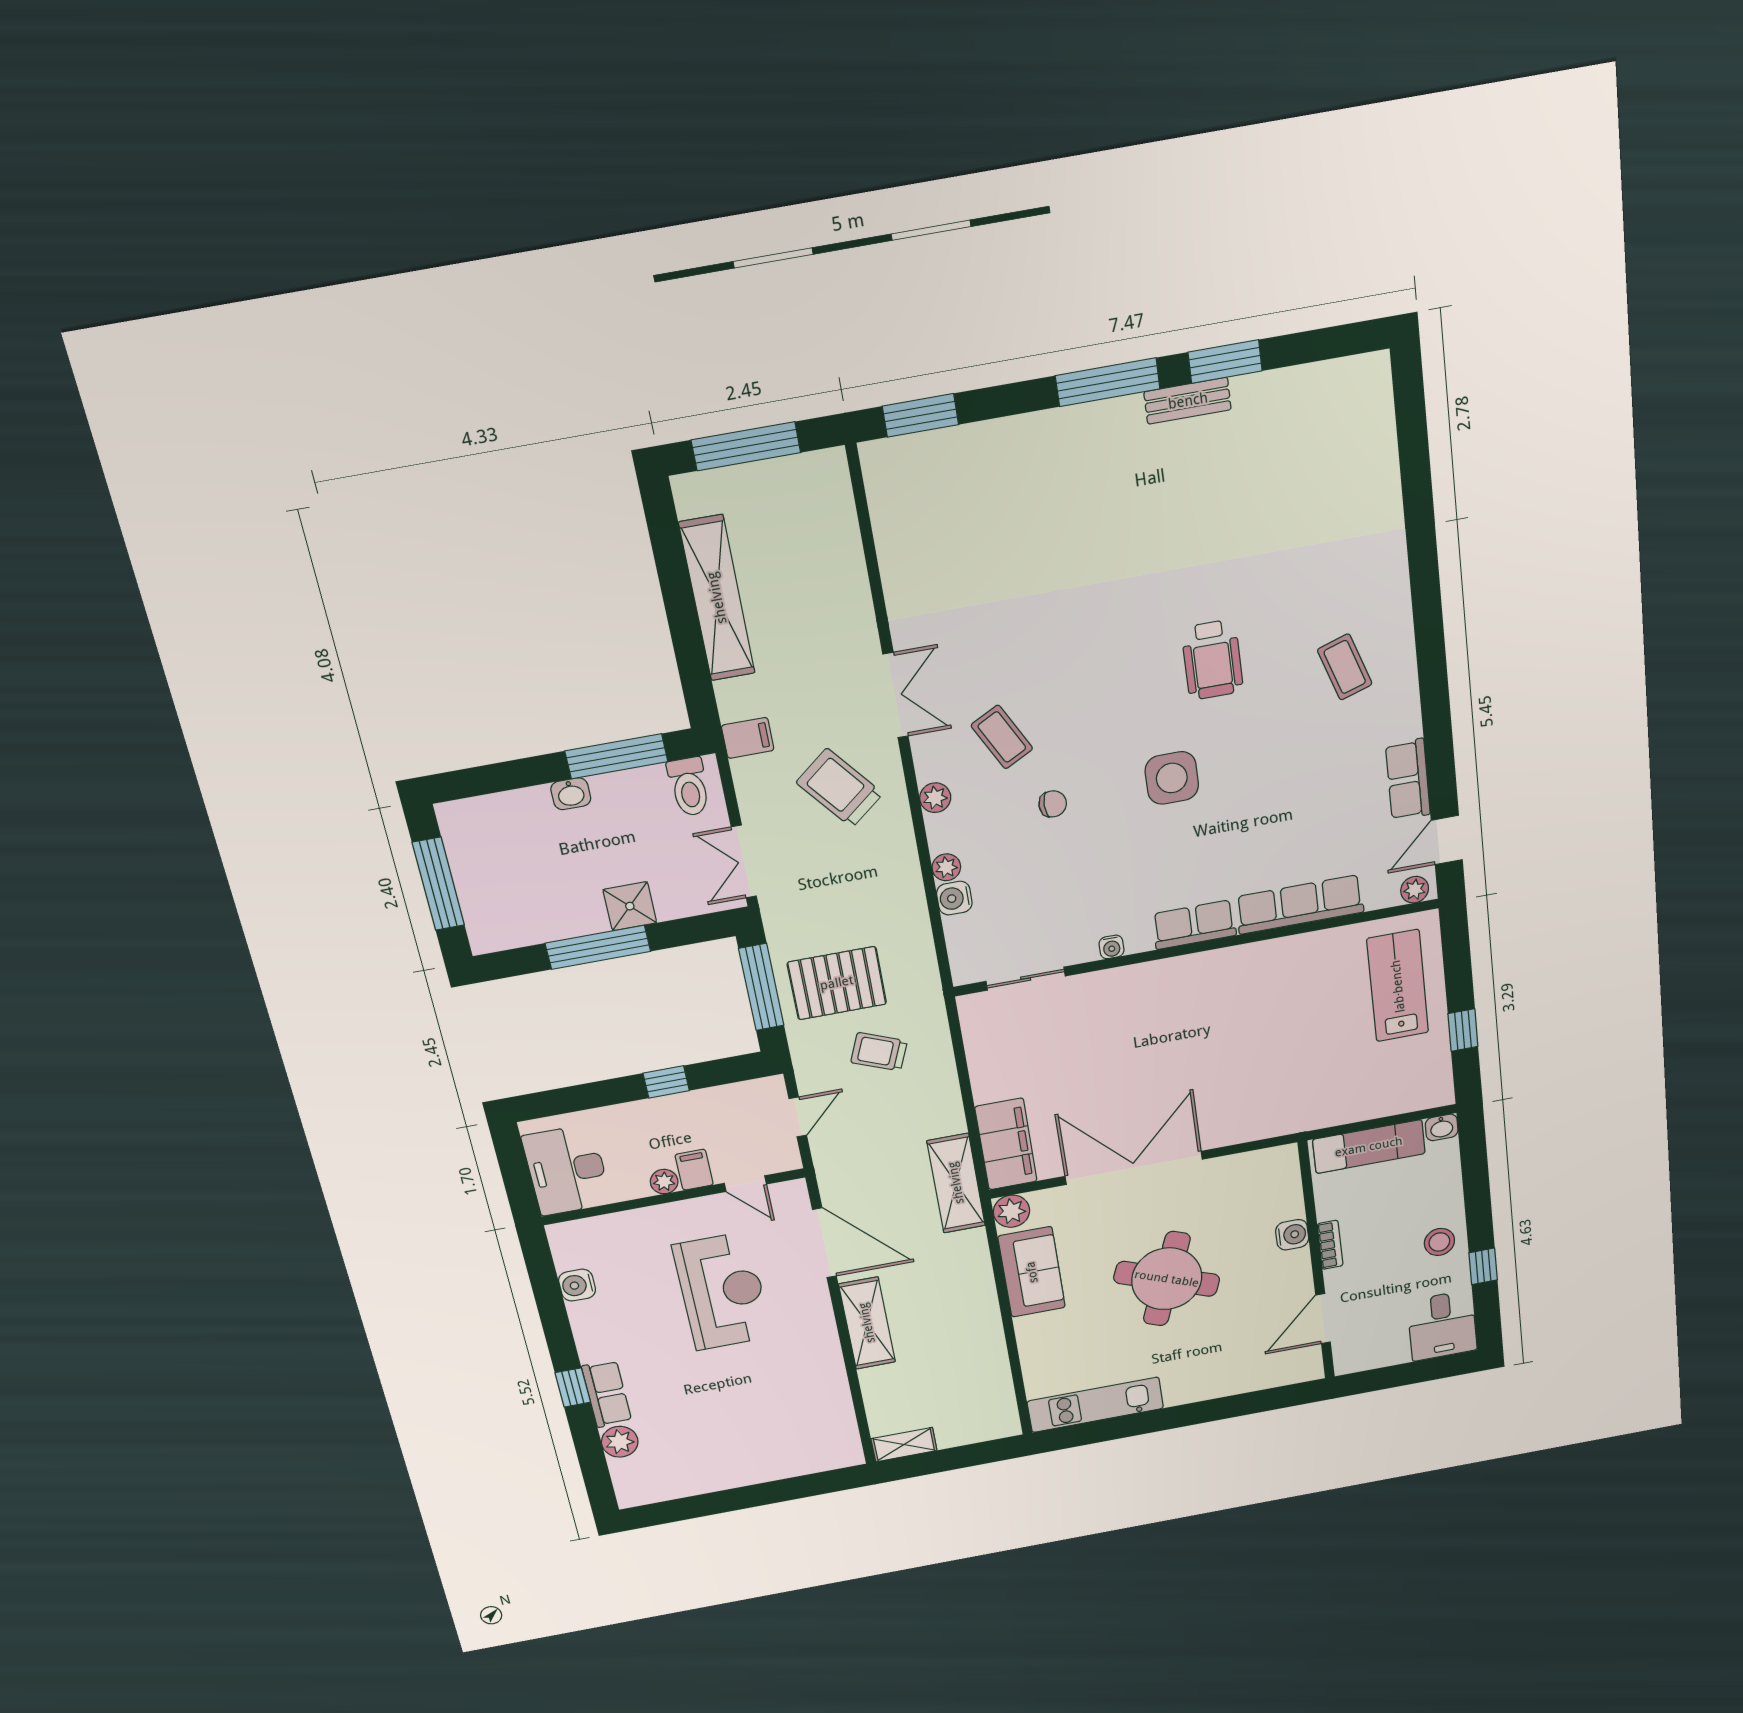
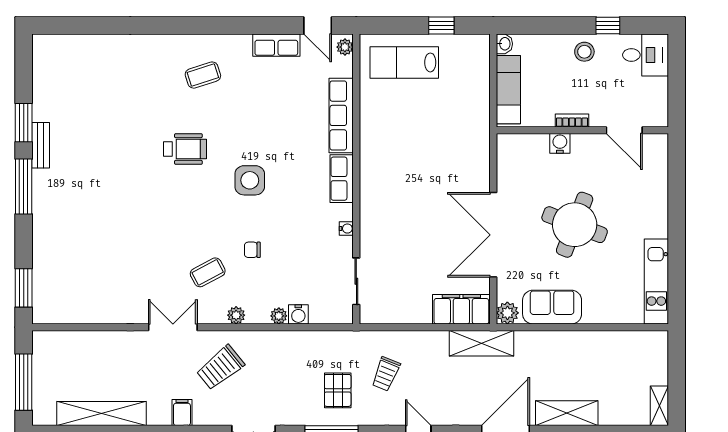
chair: (1053, 804) -> (252, 250), turned -90
pallet: (837, 983) -> (338, 390), width x0.67, depth x0.71

